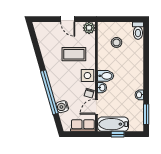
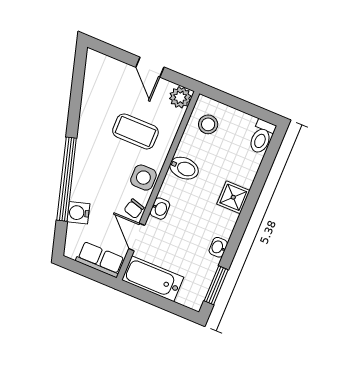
stool: (117, 42) -> (208, 124), moved
shower: (136, 67) -> (233, 197), added
bidet: (106, 76) -> (184, 168), moved
door: (96, 107) -> (137, 237), hinge flipped
window: (118, 134) -> (153, 299), removed

